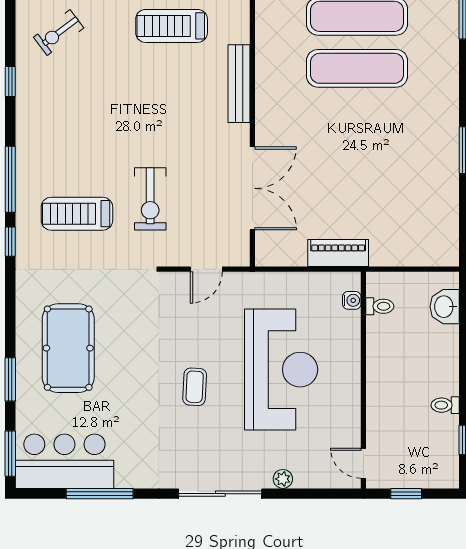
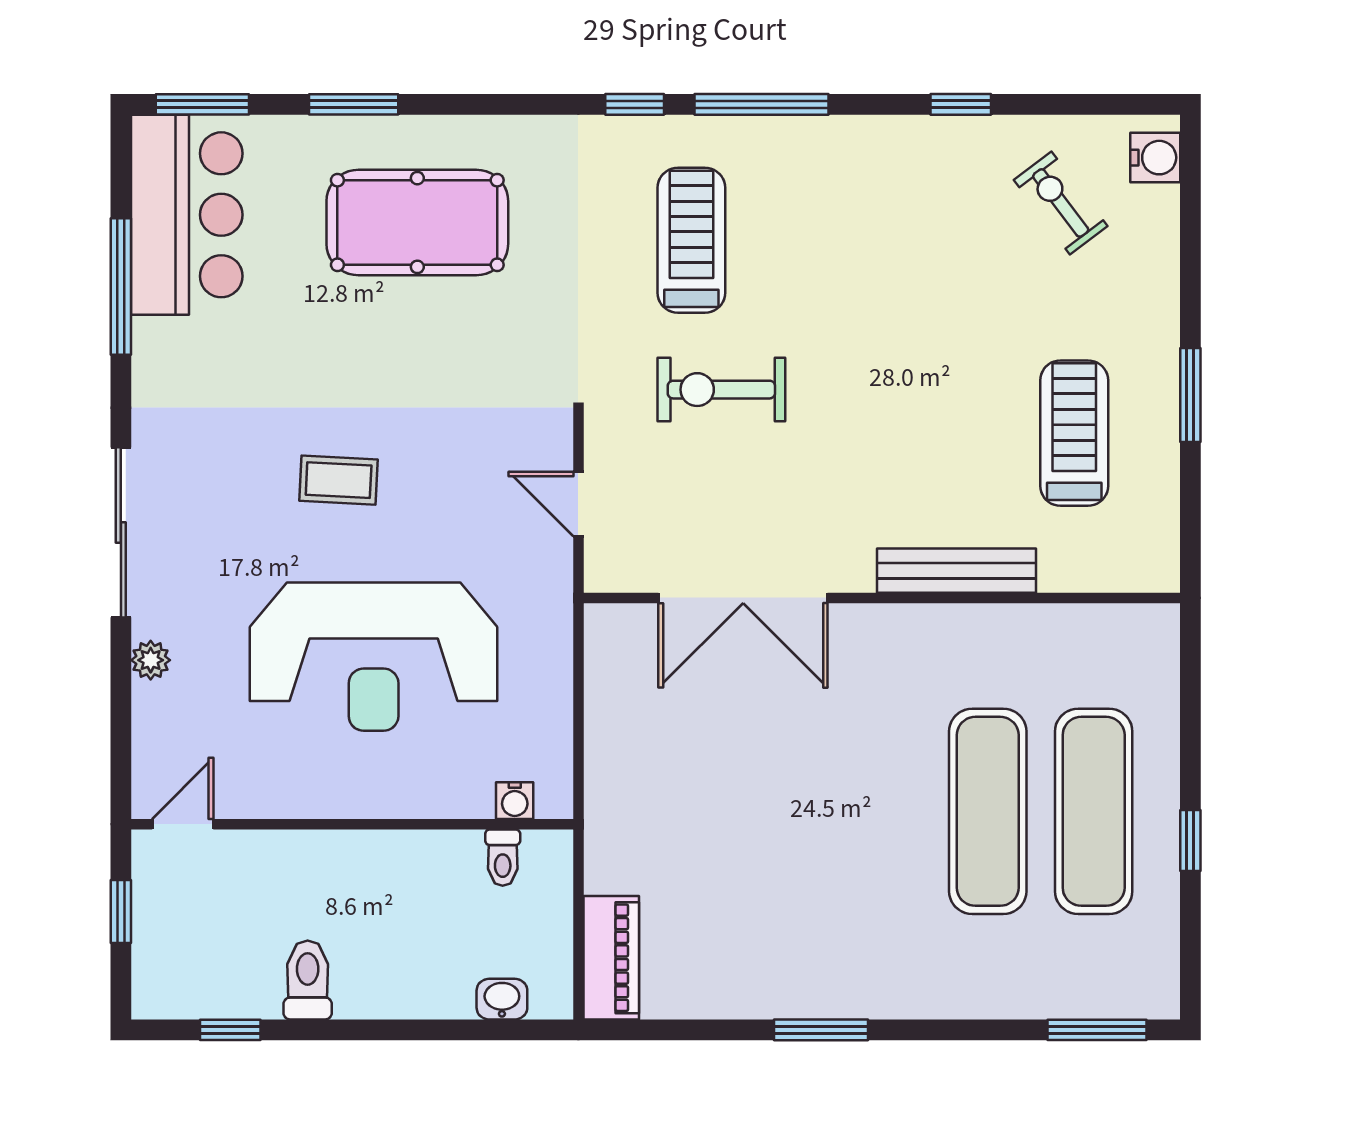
piano: (338, 253) -> (611, 958), moved
washbasin: (445, 307) -> (502, 999), width x0.72, depth x0.69
toilet: (445, 405) -> (308, 980), width x1.37, depth x1.39

